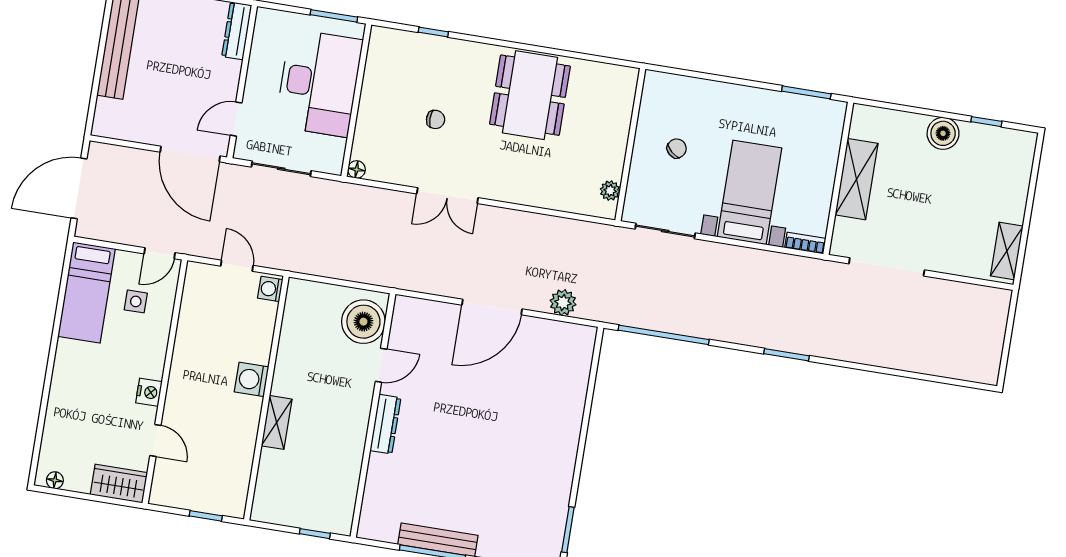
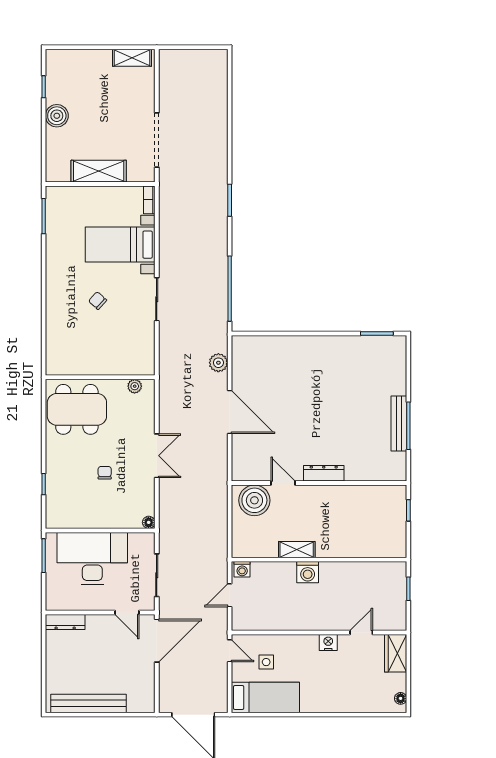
wall: (630, 145) -> (100, 377), moved
plant: (610, 191) -> (135, 386), moved
shelving: (277, 422) -> (297, 550), moved

